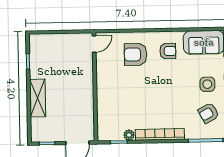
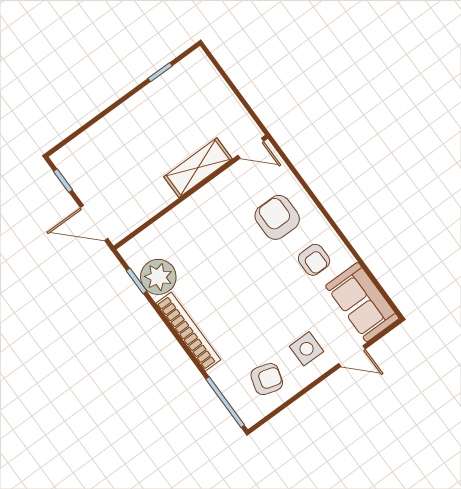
shelving: (38, 98) -> (198, 168), moved
armchair: (208, 113) -> (267, 379), turned 135
plant: (129, 135) -> (158, 277), width x1.87, depth x1.87

